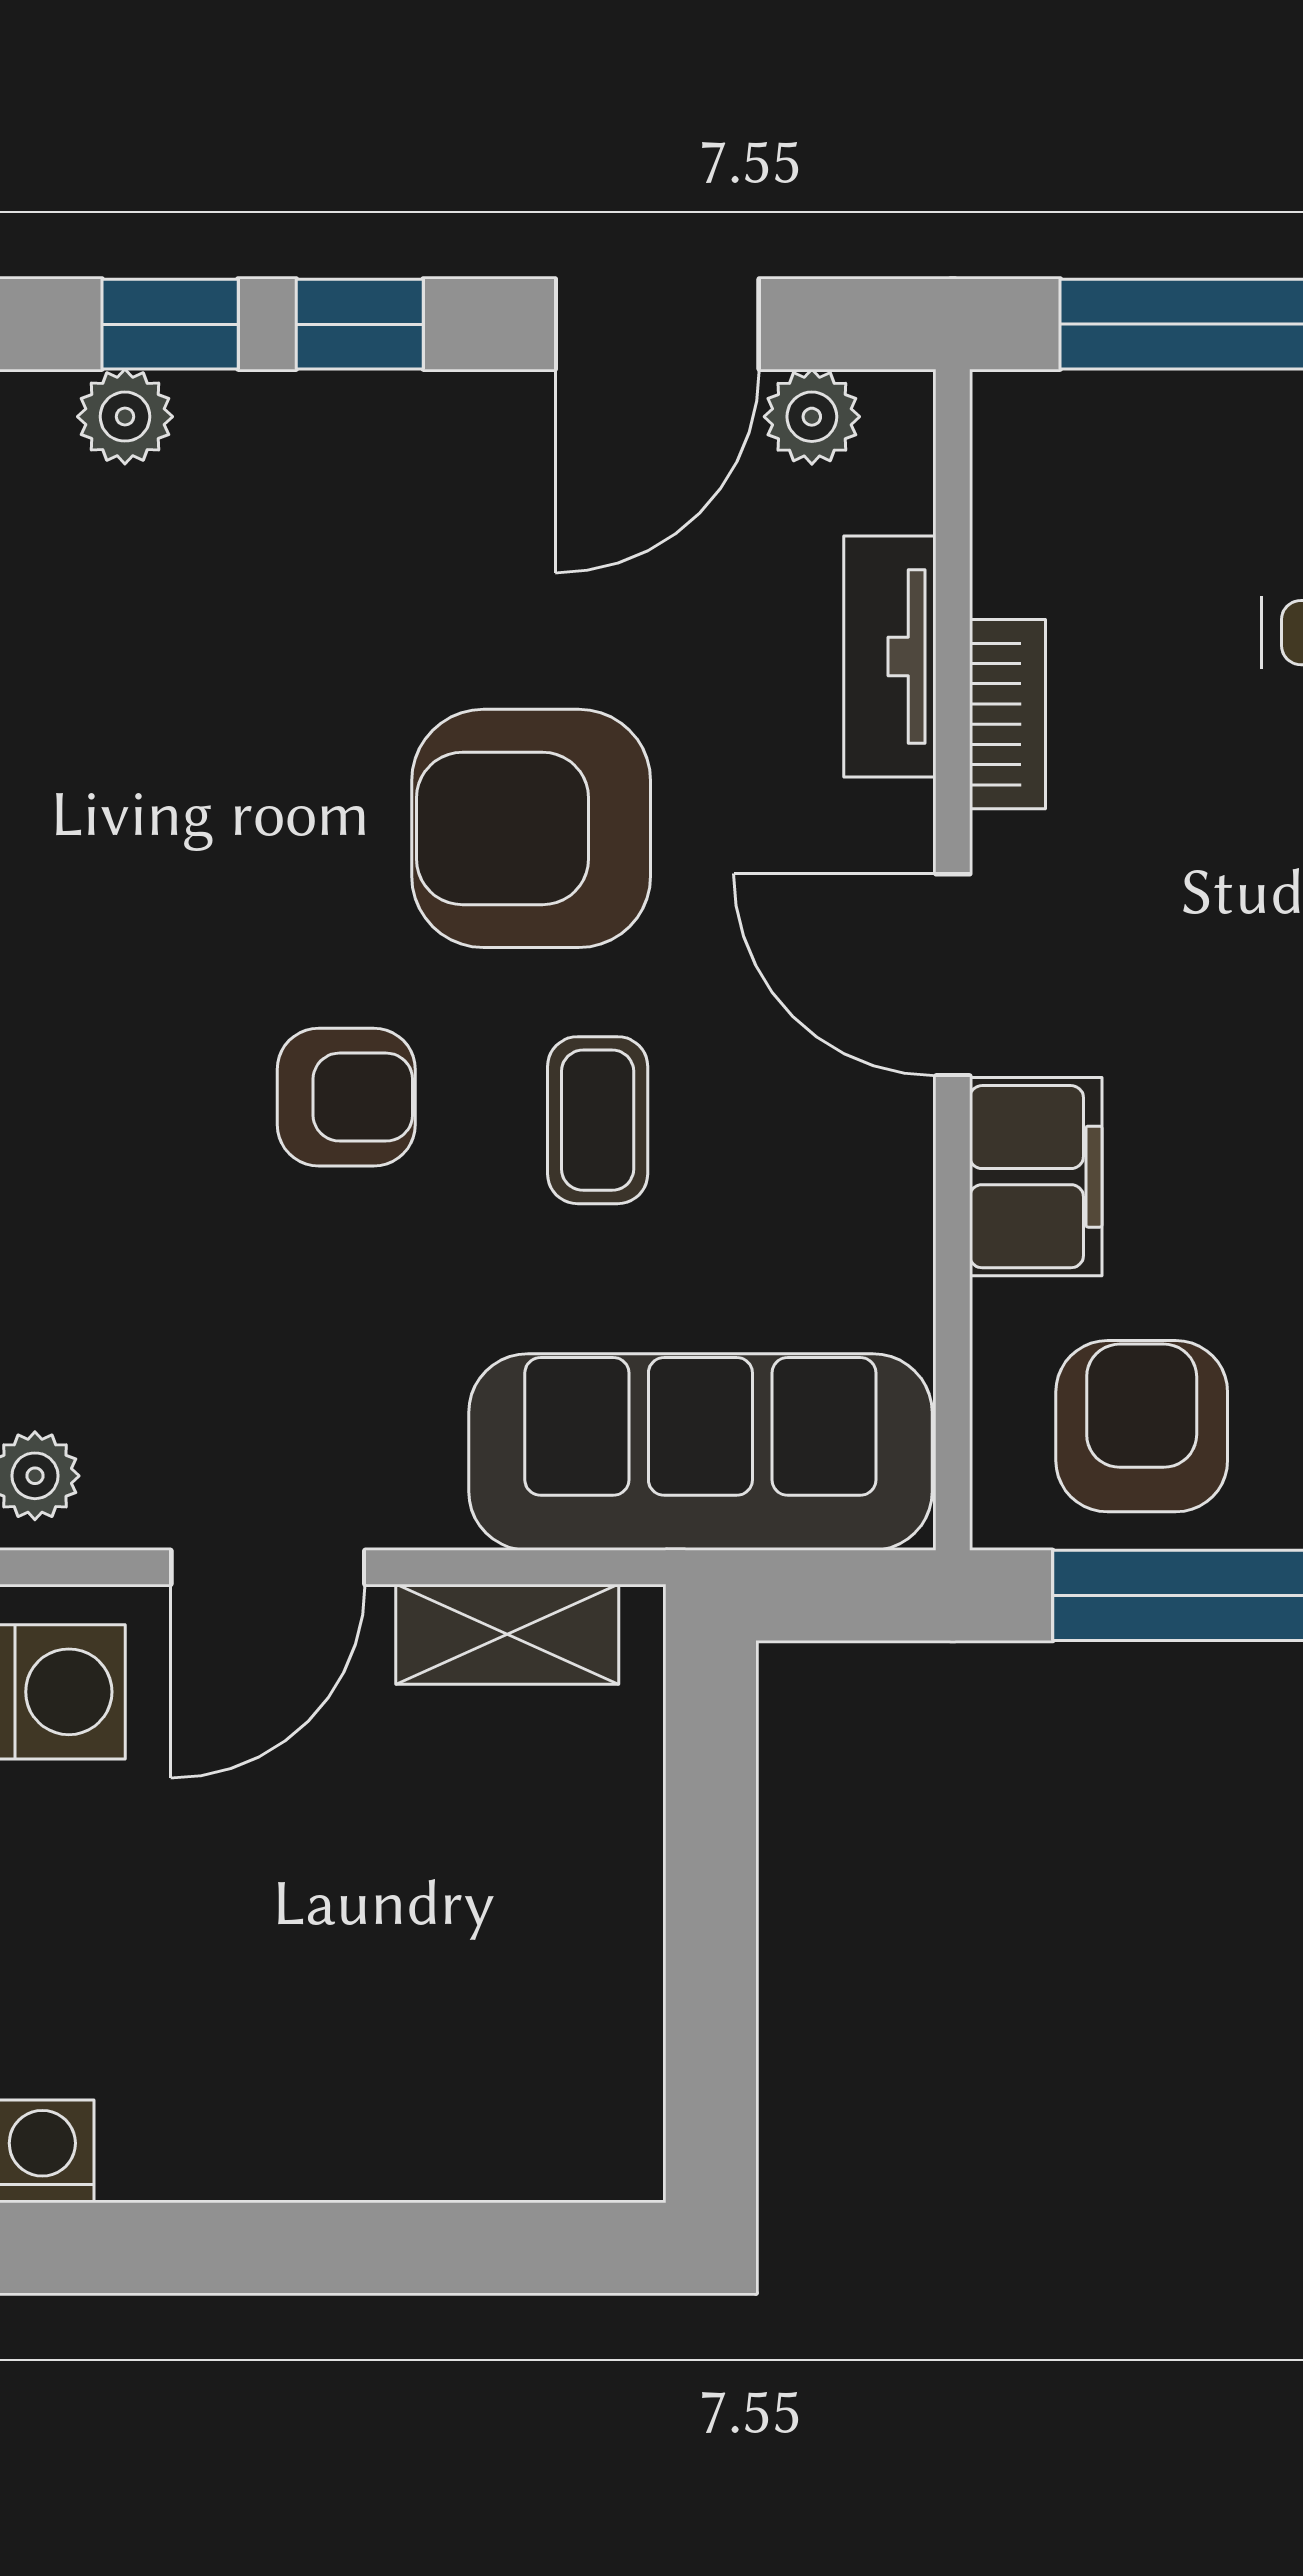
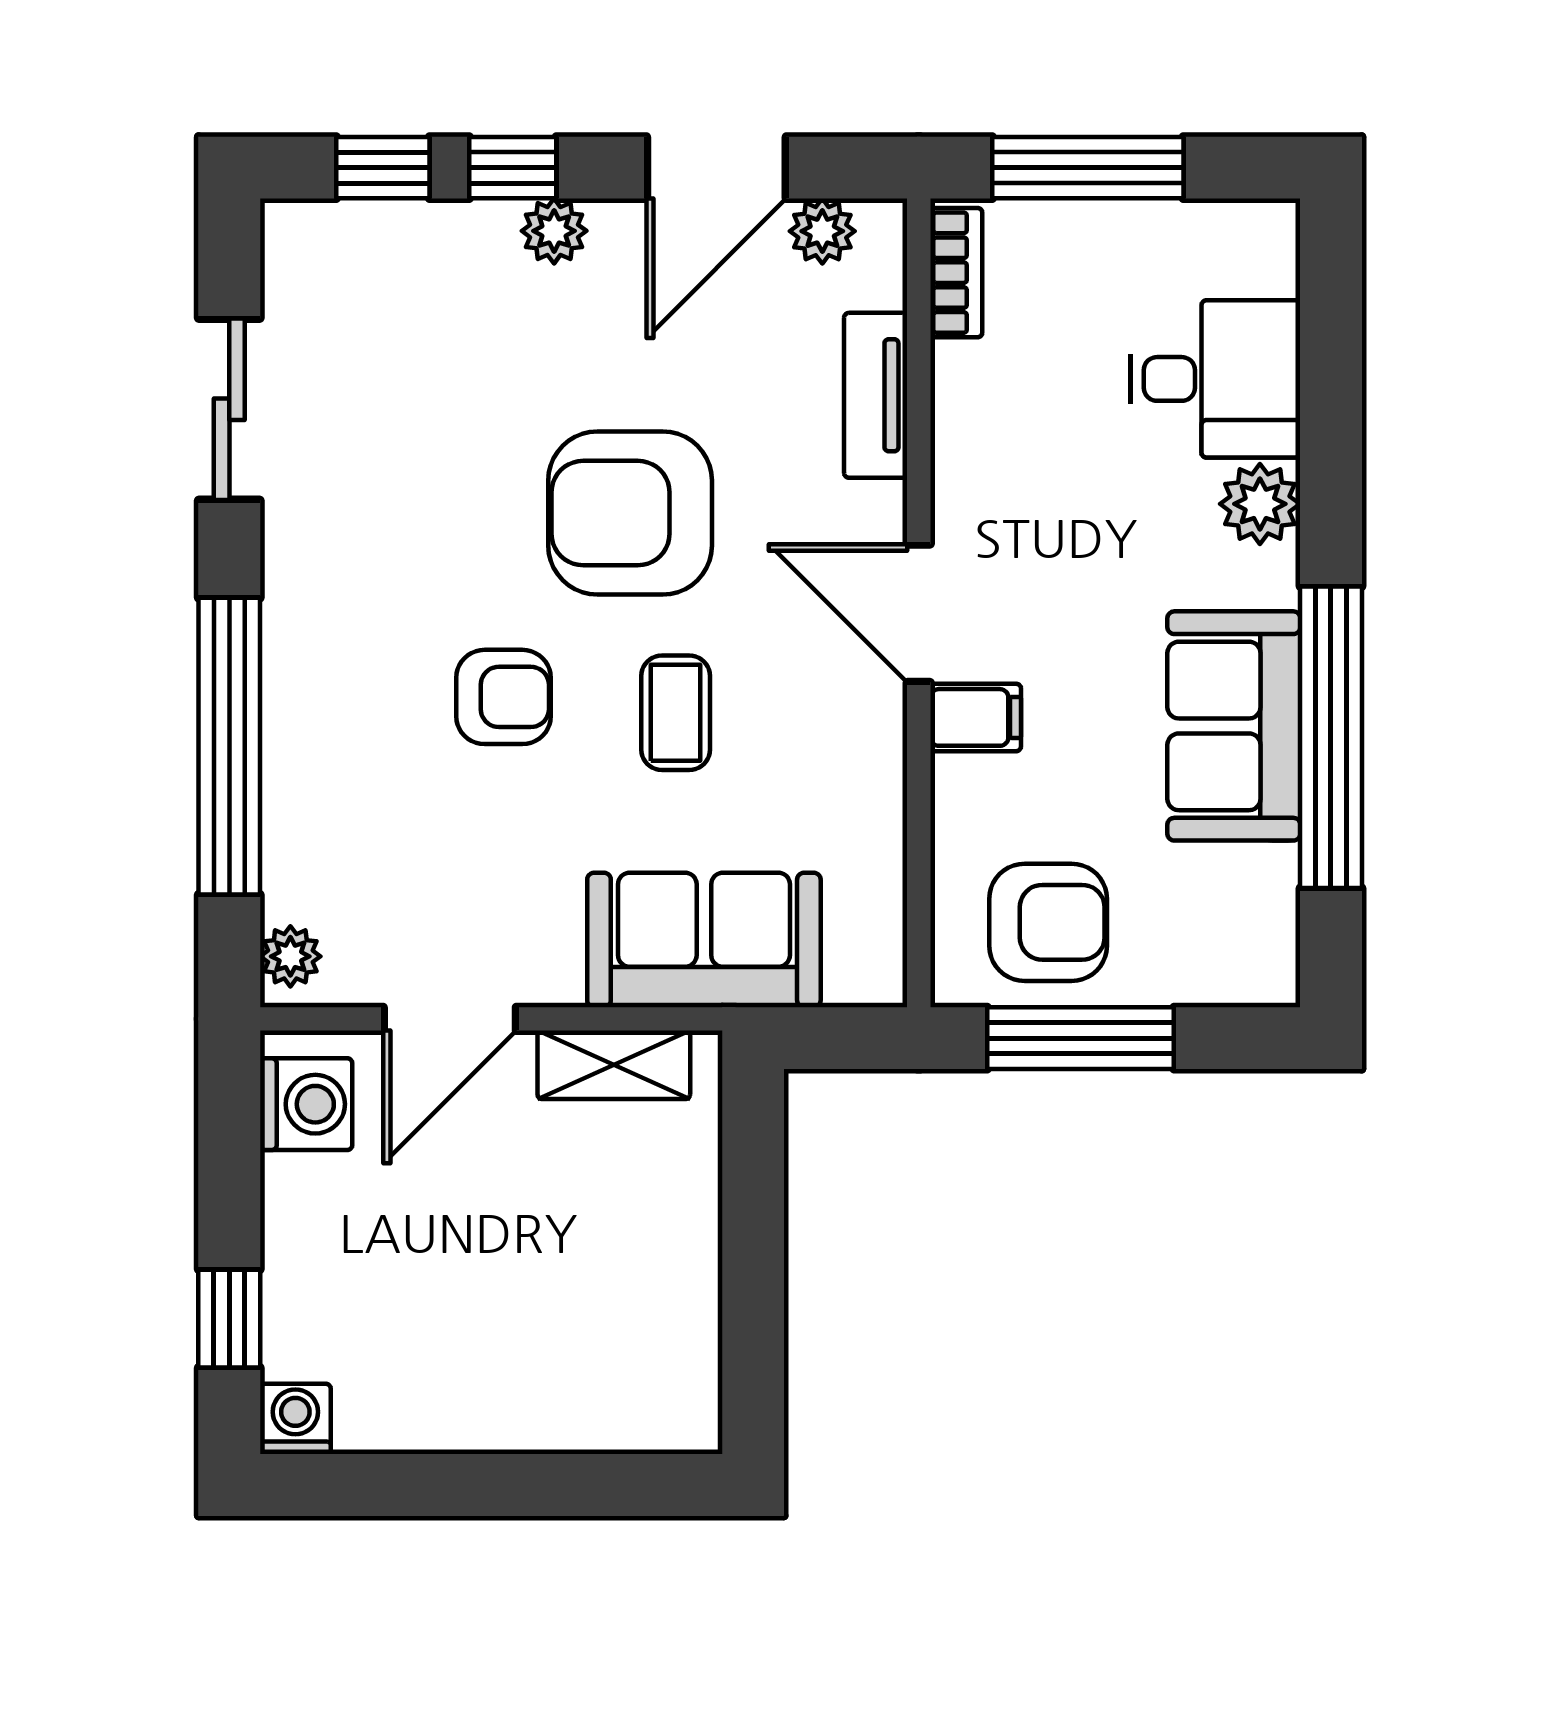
plant: (125, 417) -> (554, 231), moved
bookcase: (1008, 714) -> (956, 273), moved
filing cabinet: (1036, 1177) -> (976, 717), width x0.50
armchair: (1142, 1426) -> (1048, 922), turned 90
sofa: (700, 1452) -> (704, 940), width x0.73

